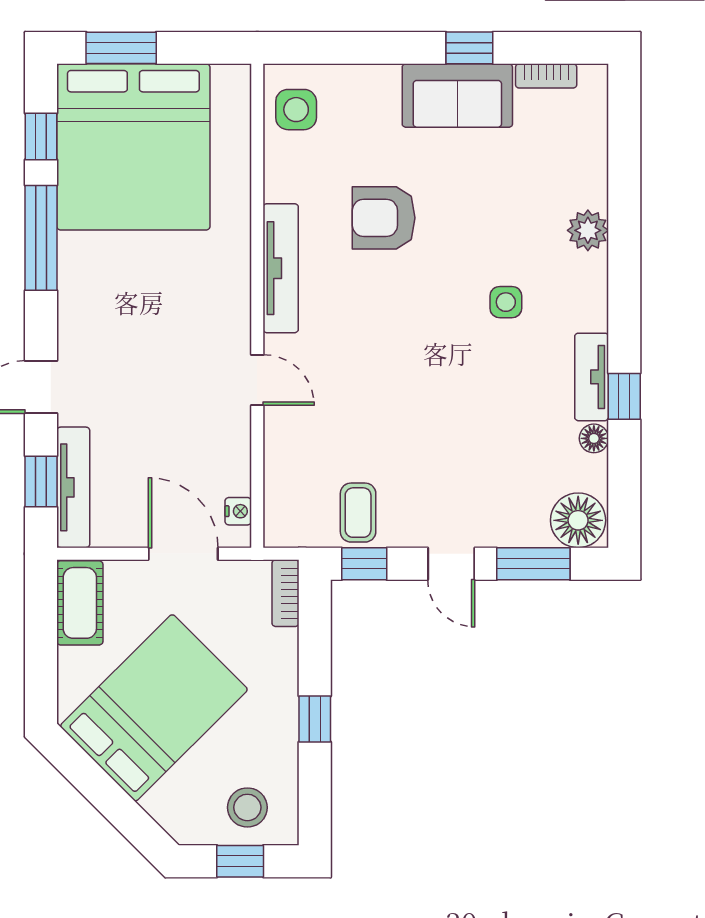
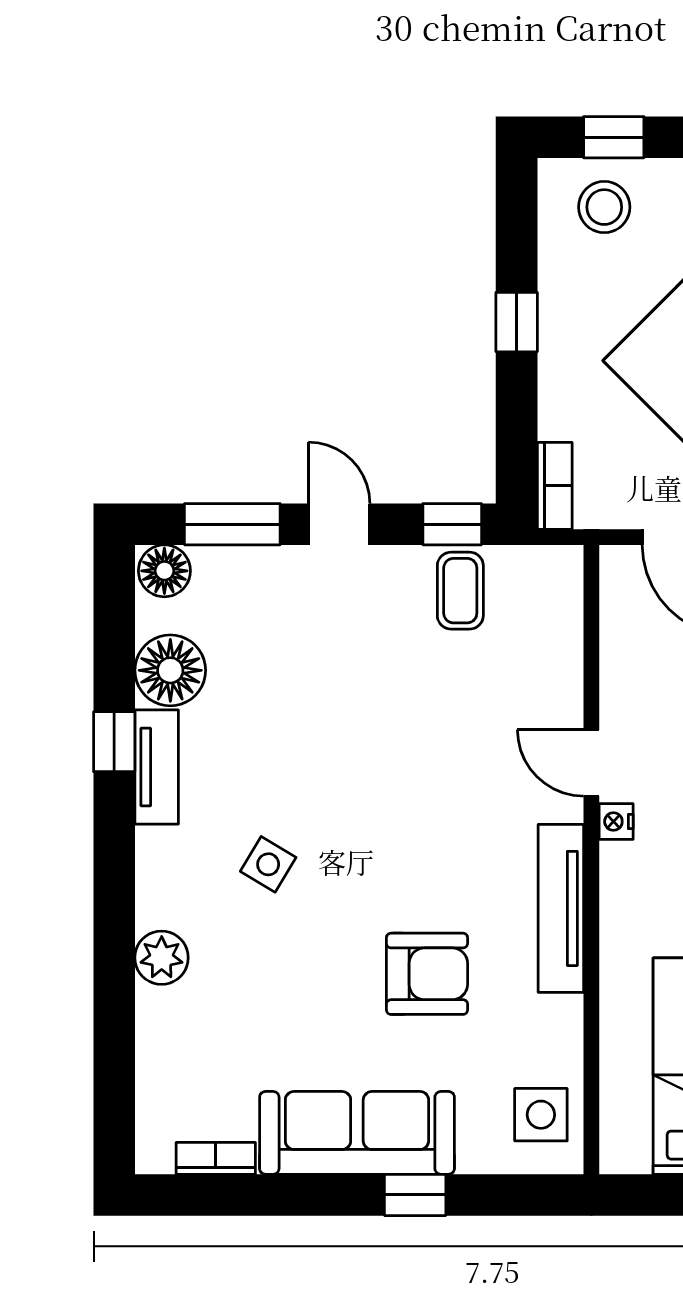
window: (469, 48) -> (415, 1195), moved
sofa: (457, 96) -> (357, 1133), width x1.36
side table: (506, 302) -> (268, 864), turned 31
floor lamp: (594, 438) -> (170, 670), width x1.89, depth x1.89
nightstand: (238, 511) -> (616, 821), moved
floor lamp: (578, 520) -> (164, 571), width x0.73, depth x0.73

